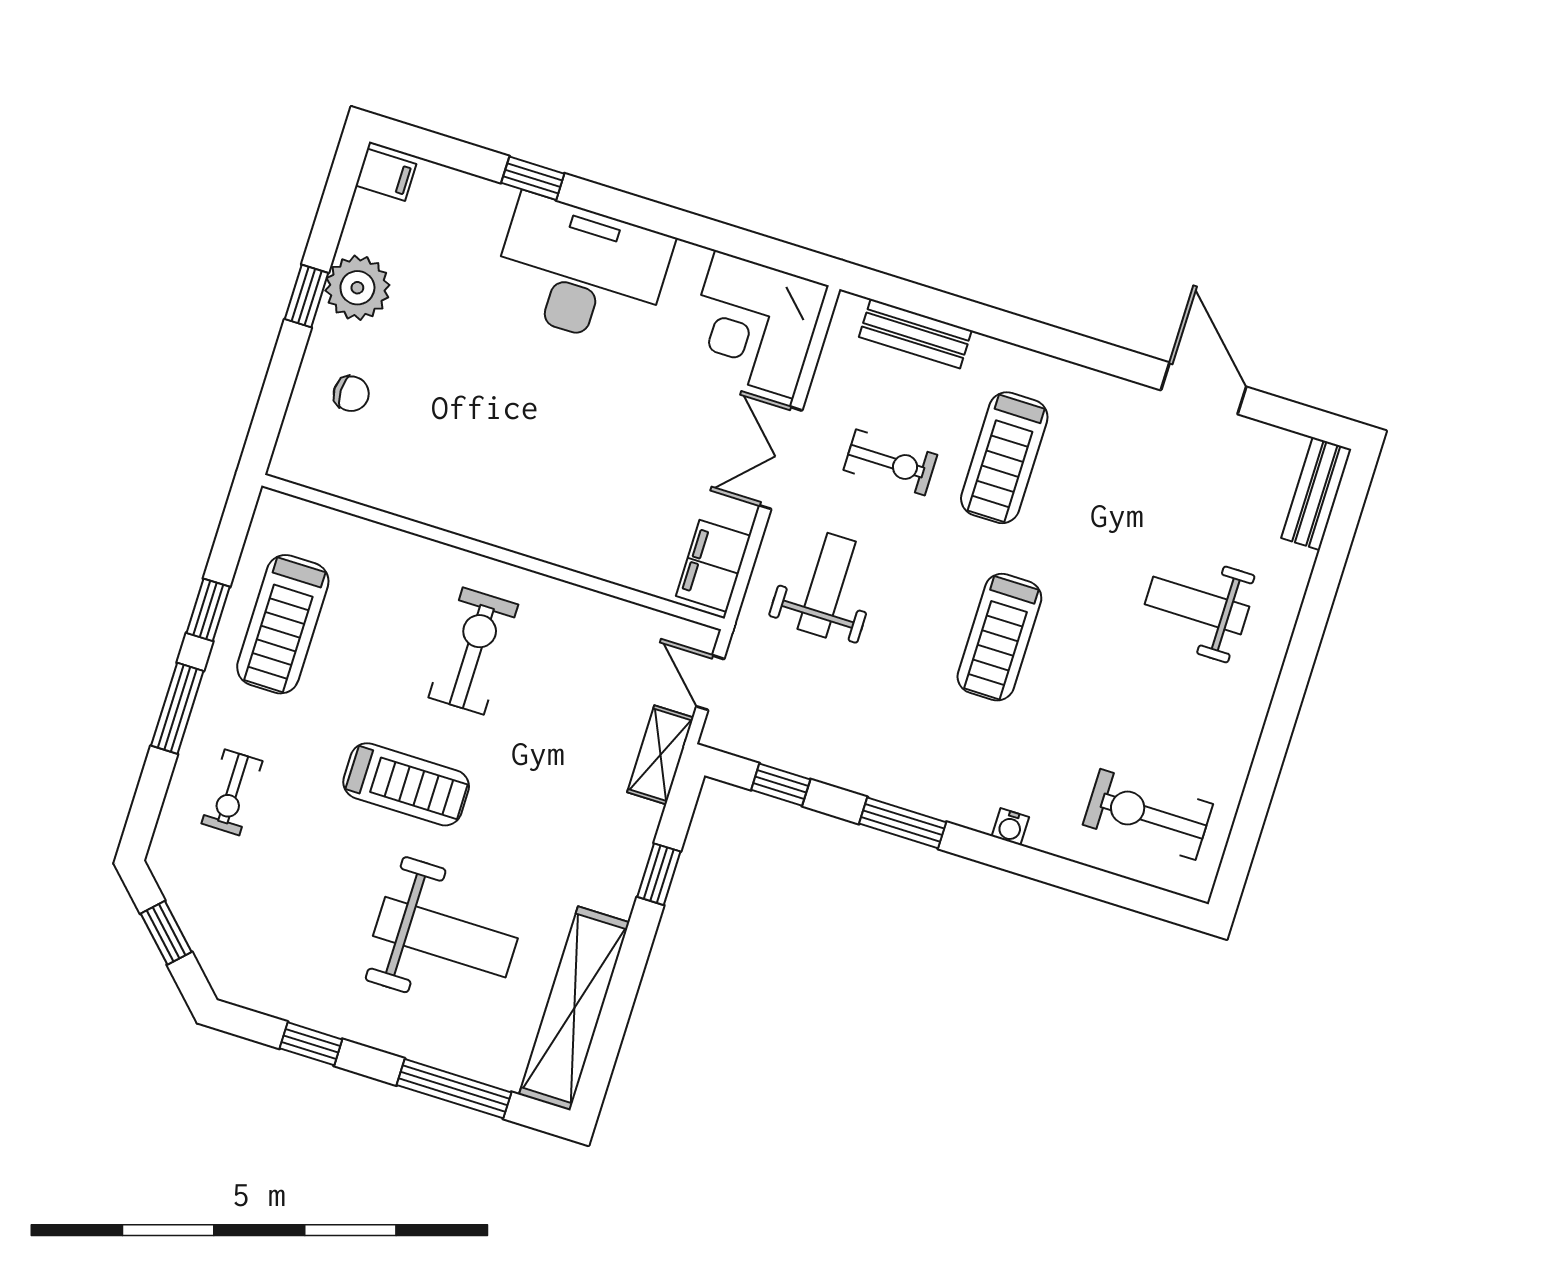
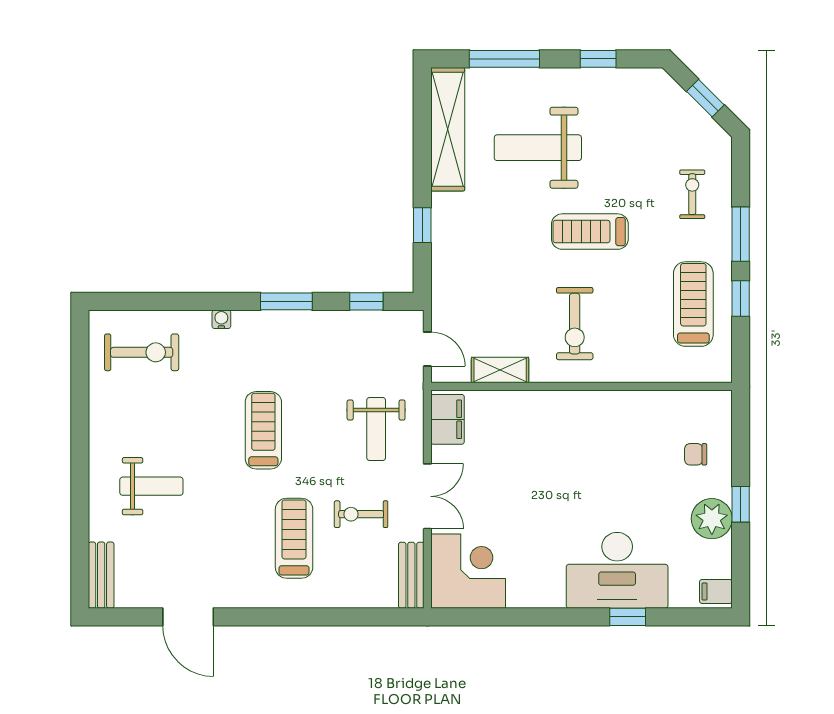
desk: (581, 271) -> (617, 570), moved
bench: (915, 334) -> (411, 575), moved, turned 90
shelving: (660, 755) -> (500, 370), moved, turned 90

